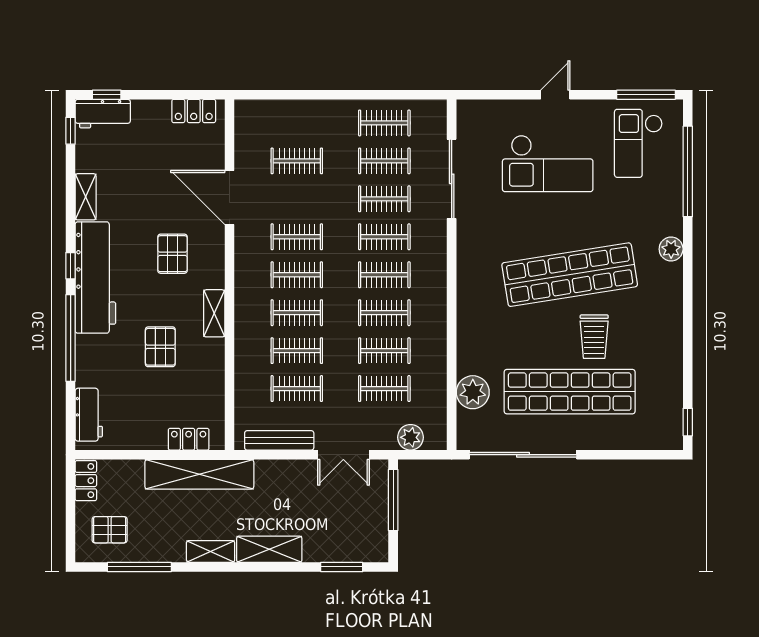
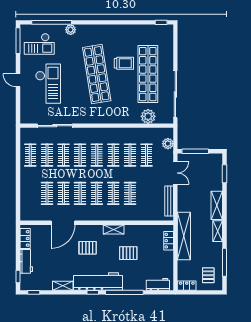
workbench: (103, 114) -> (26, 261), moved
plant: (671, 249) -> (71, 30), moved
clothes rail: (297, 389) -> (64, 193), moved

